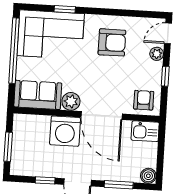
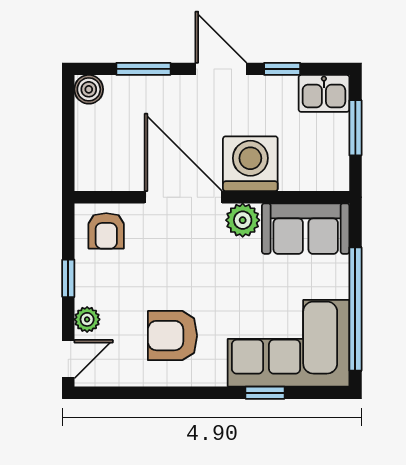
kitchen sink: (145, 131) -> (324, 93), moved, turned 180

